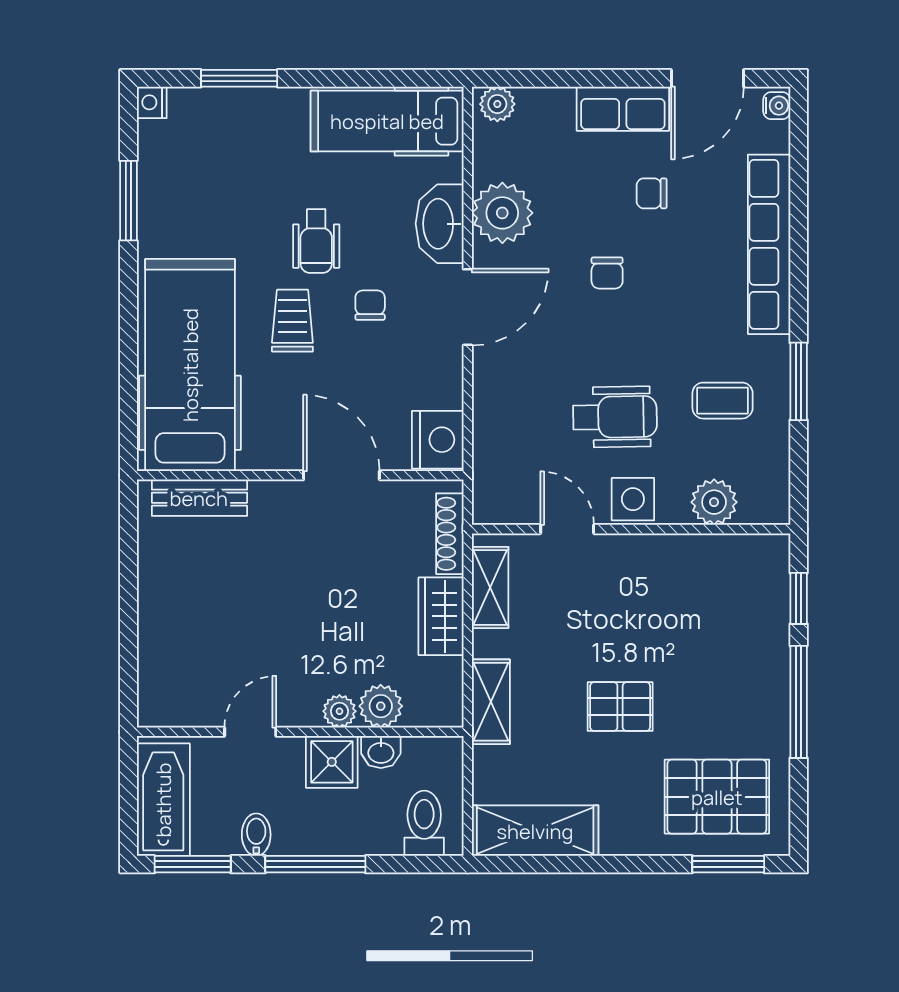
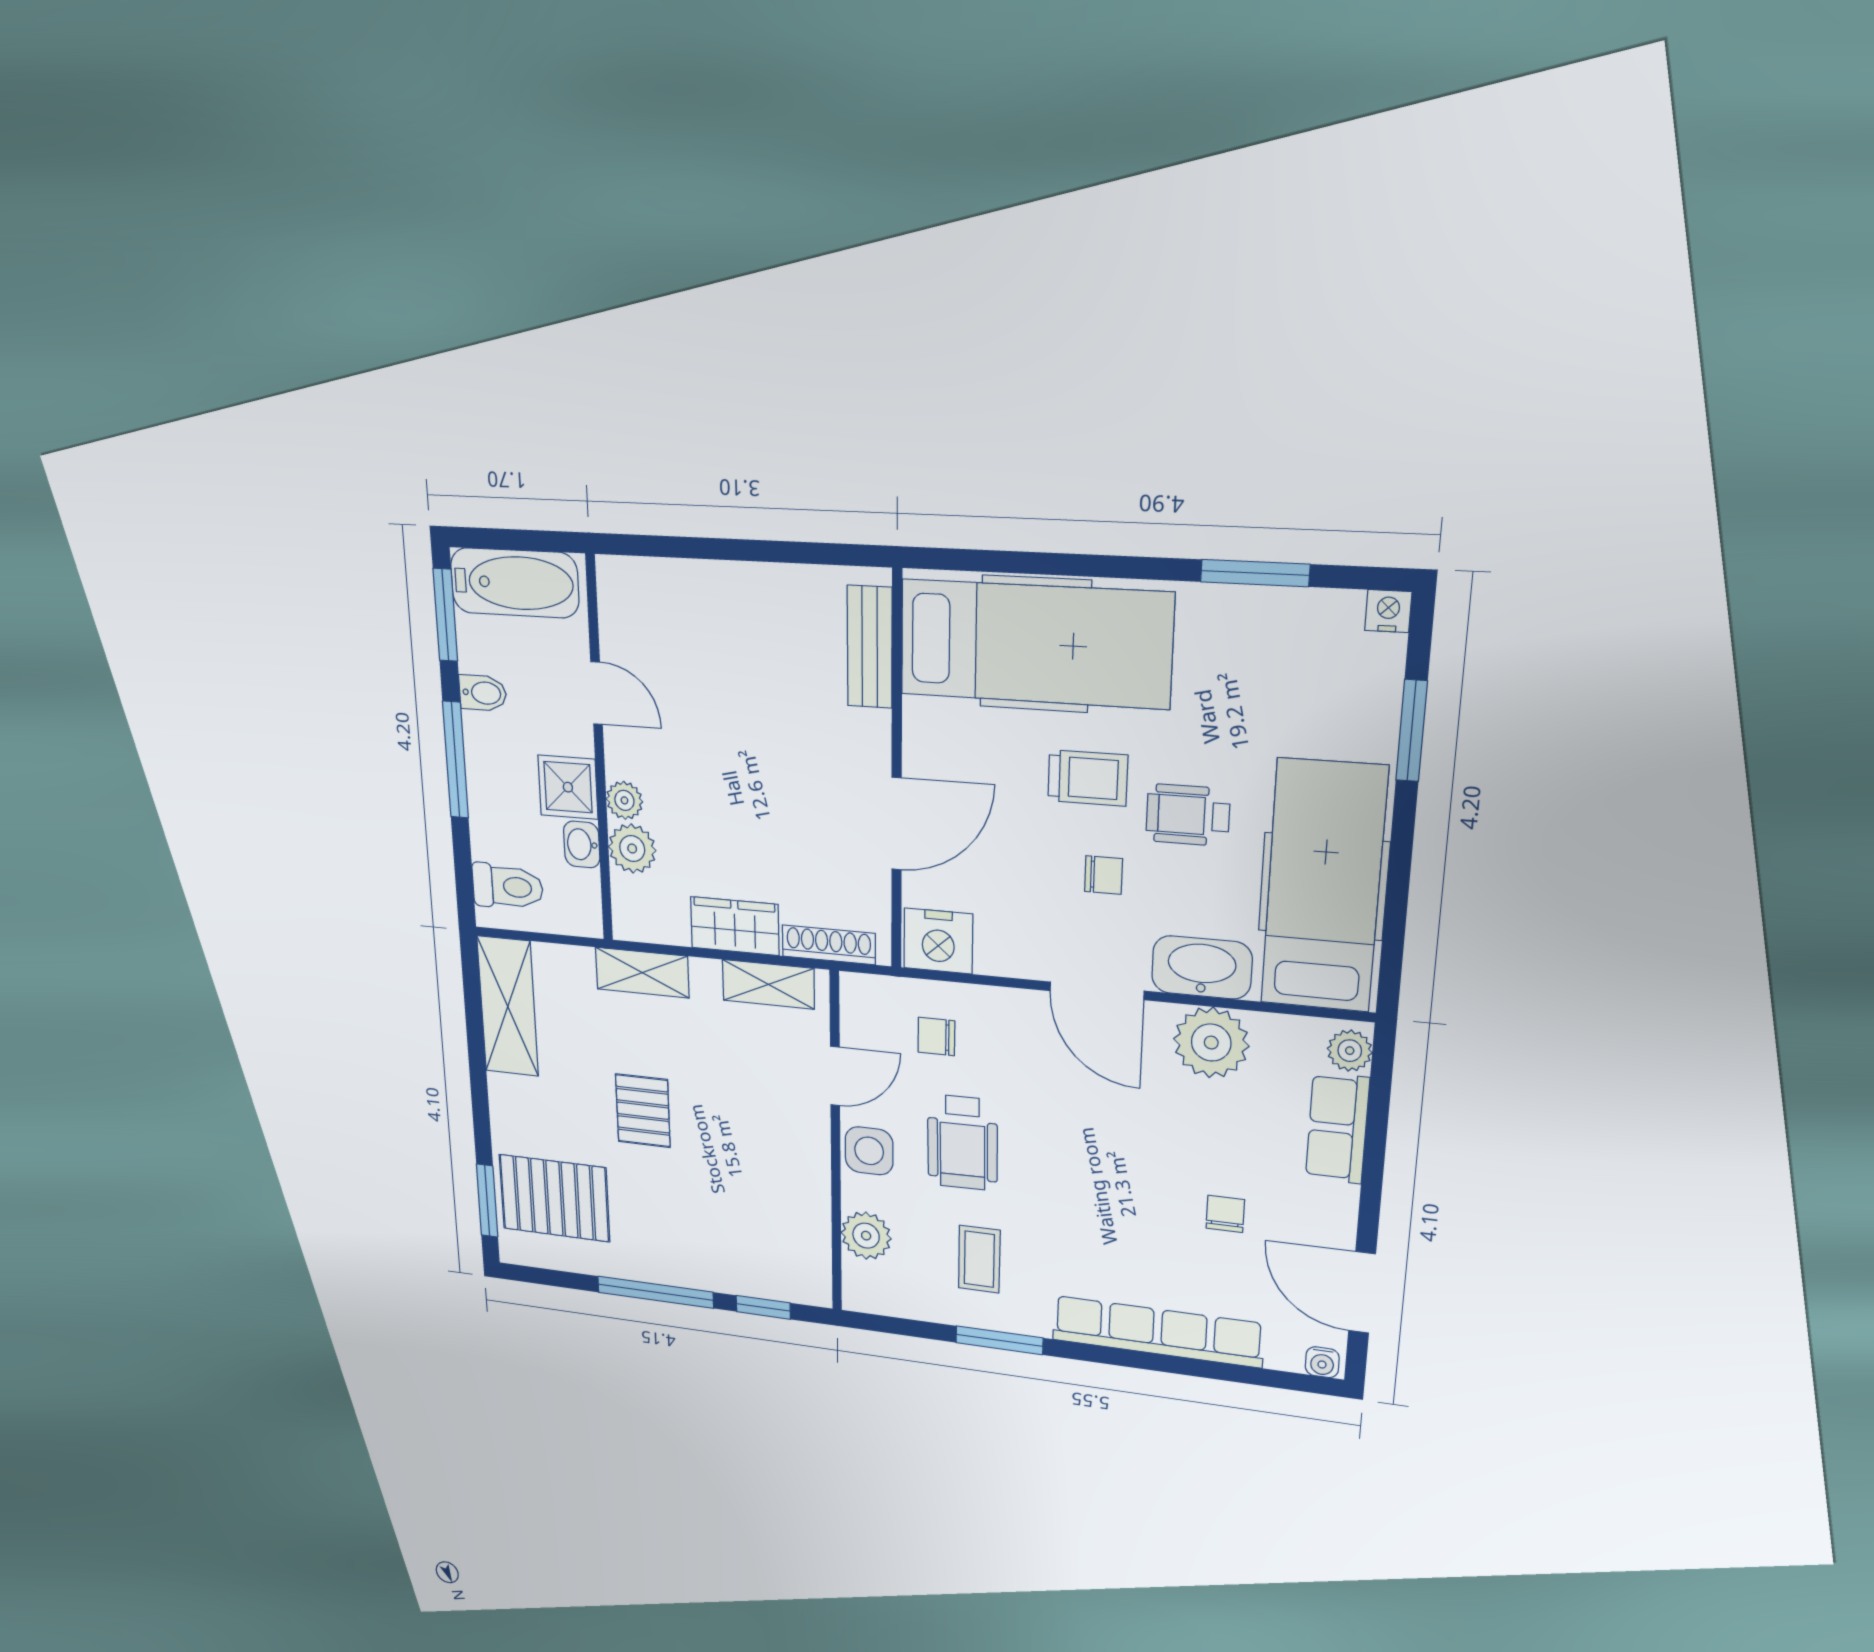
row of seats: (623, 109) -> (1337, 1128), moved
hospital bed: (387, 121) -> (1324, 887), width x1.37, depth x1.29
chair: (607, 273) -> (936, 1036), moved
pallet: (717, 797) -> (554, 1198), turned 90

